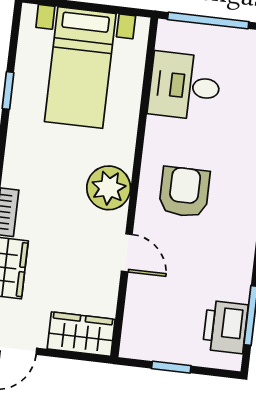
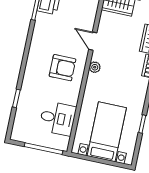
plant: (109, 188) -> (95, 67), width x0.53, depth x0.53
armchair: (184, 192) -> (63, 68), turned -90

